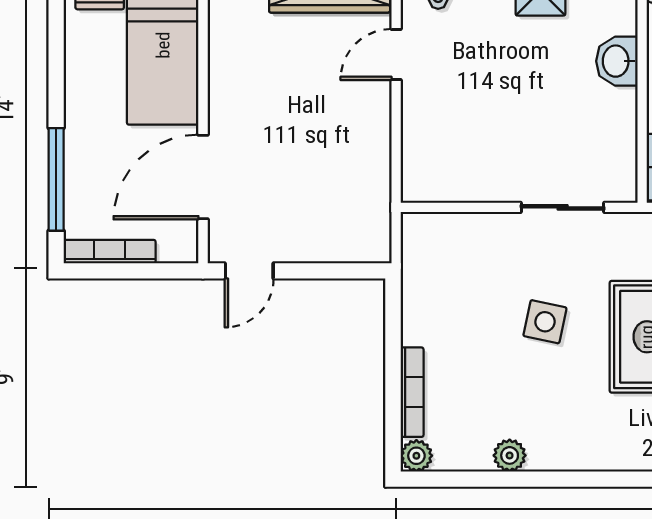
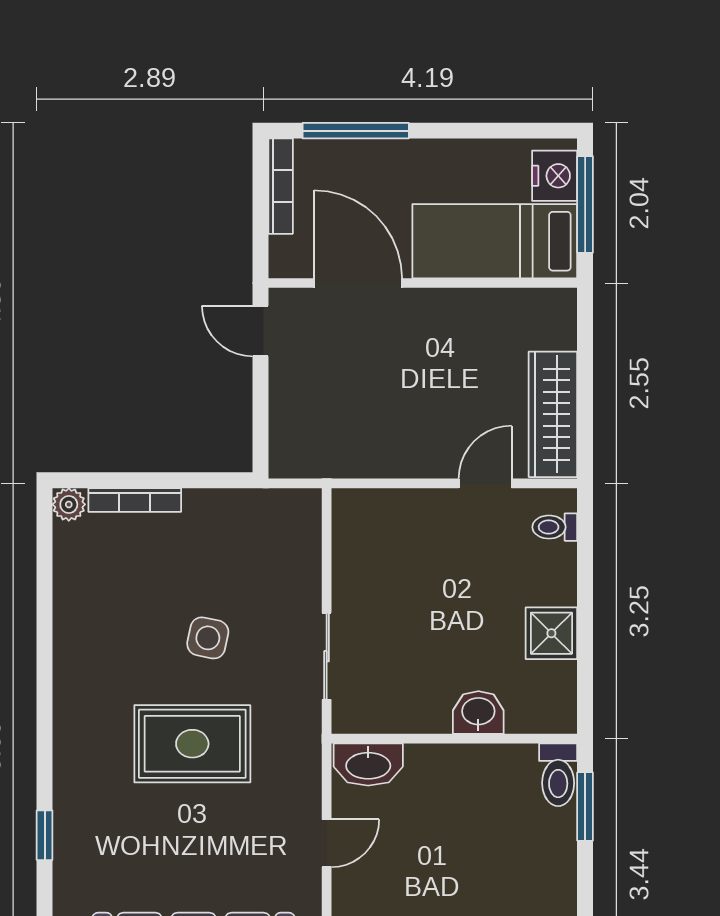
door: (396, 54) -> (485, 483), hinge flipped
plant: (510, 455) -> (69, 601), removed

